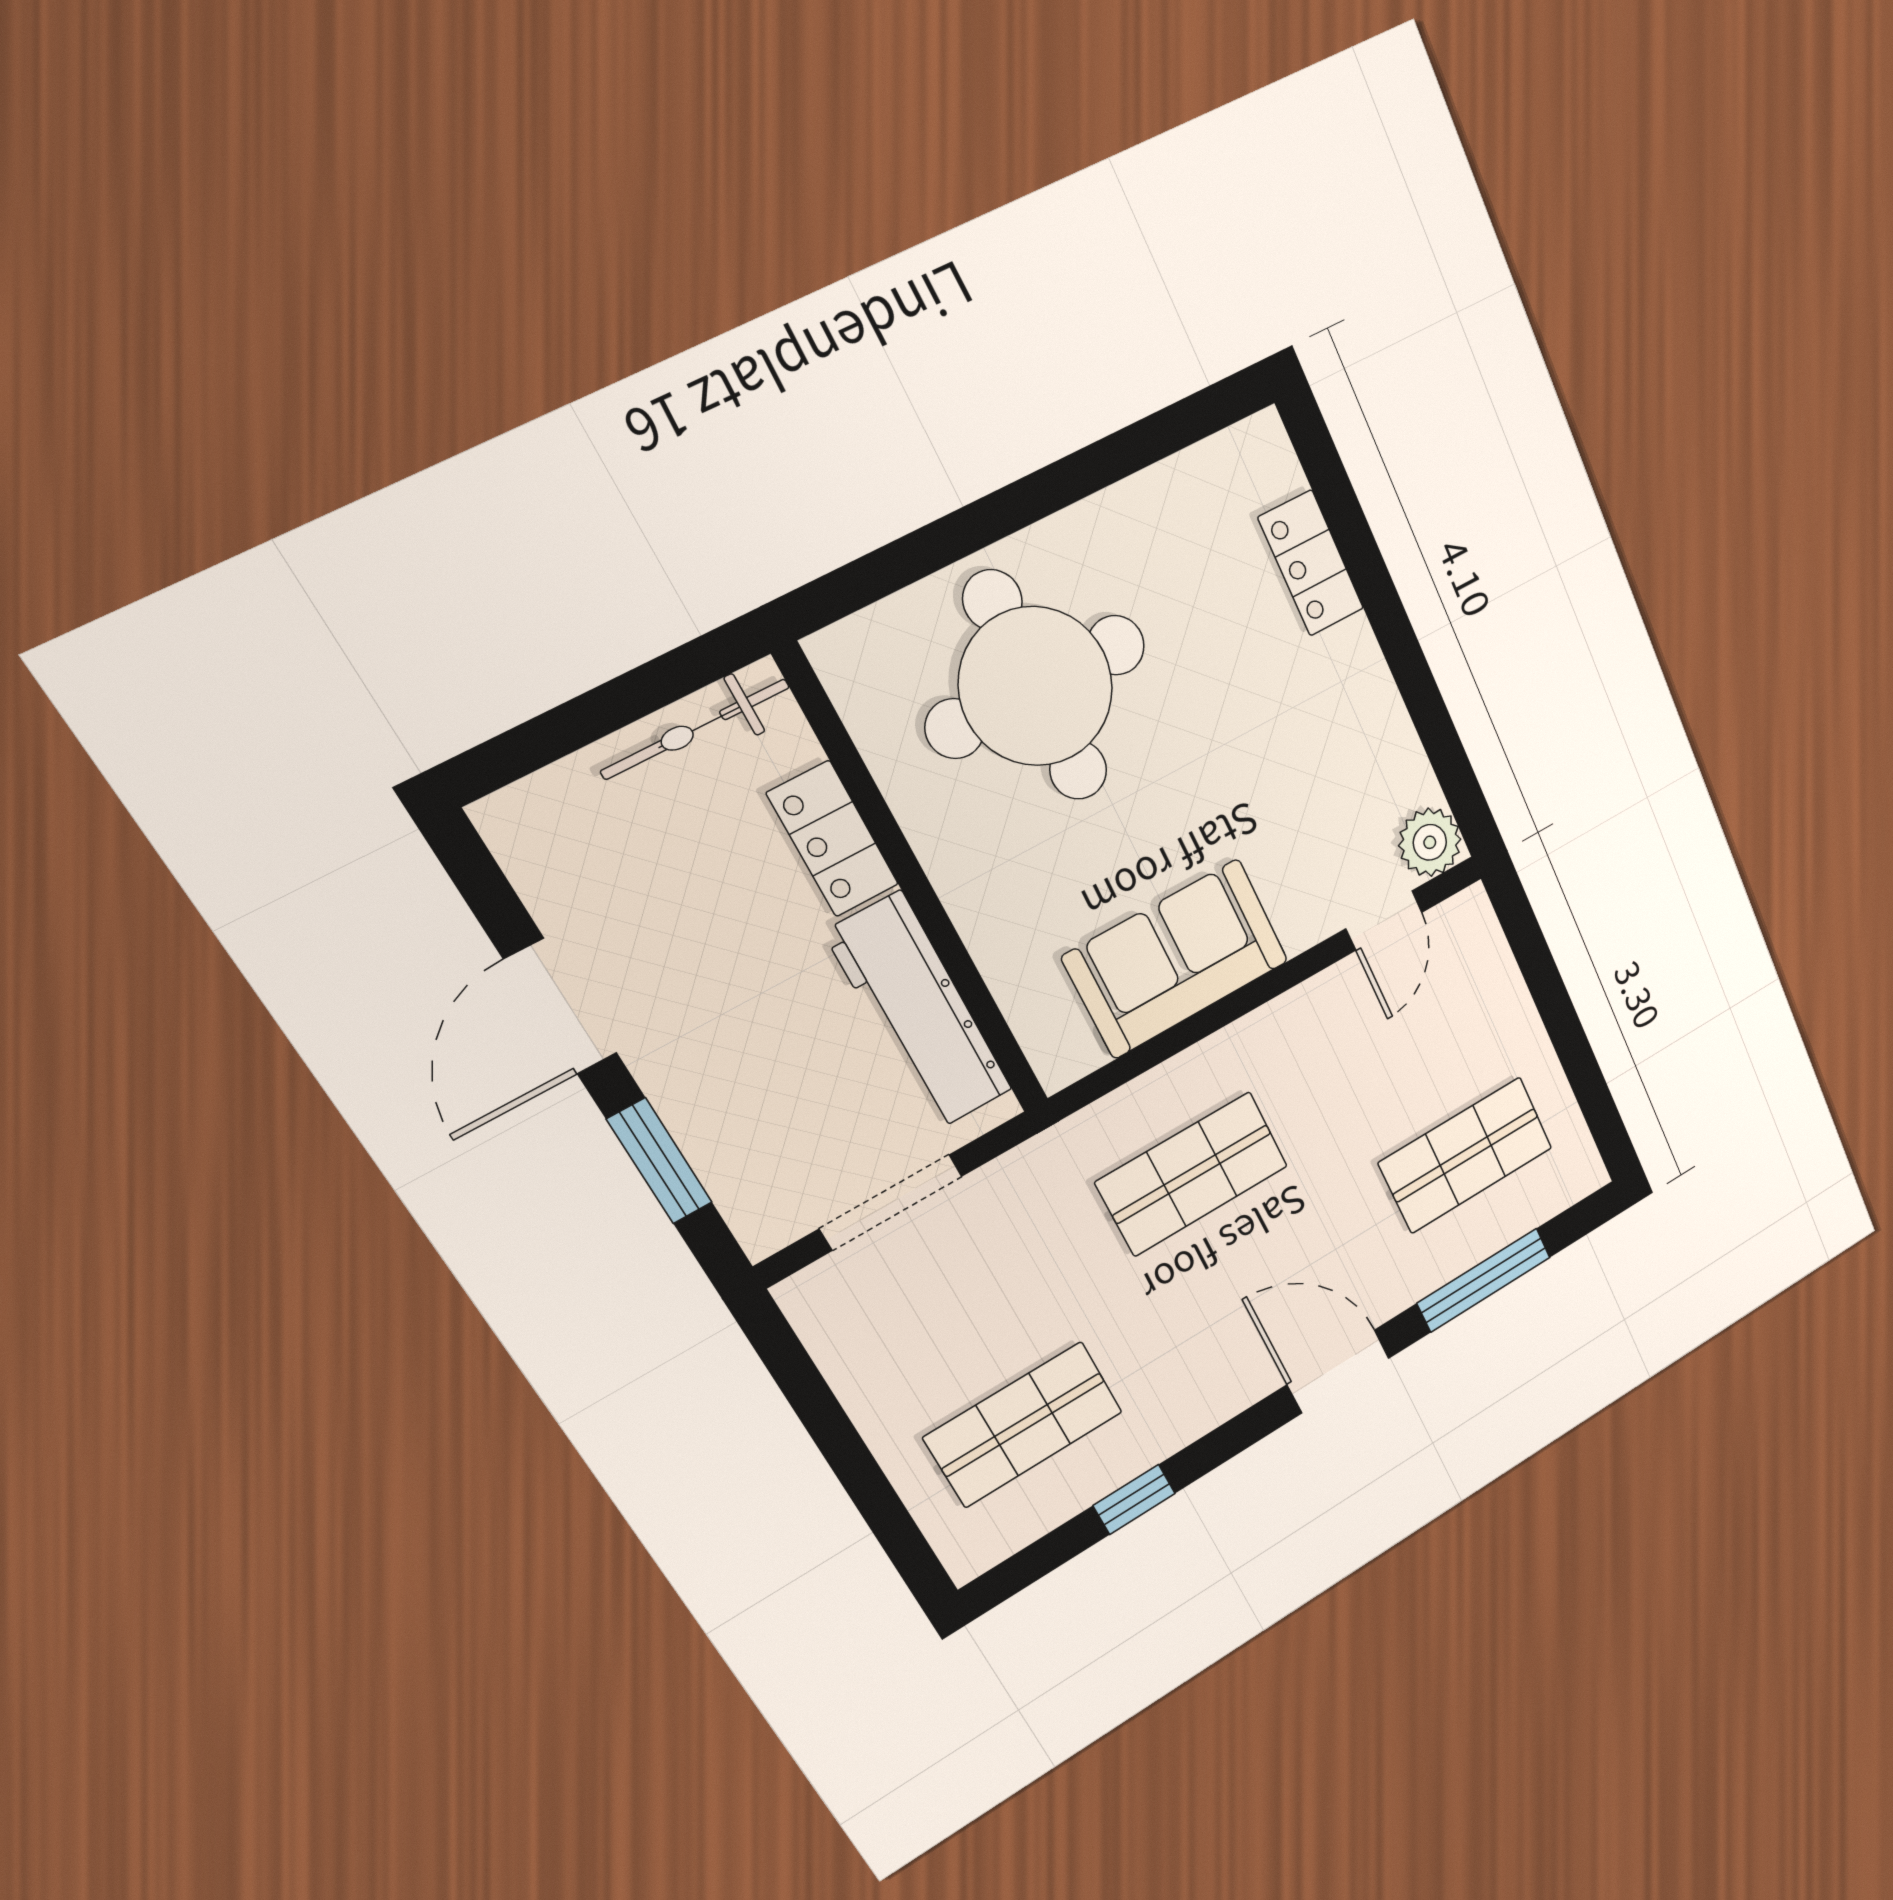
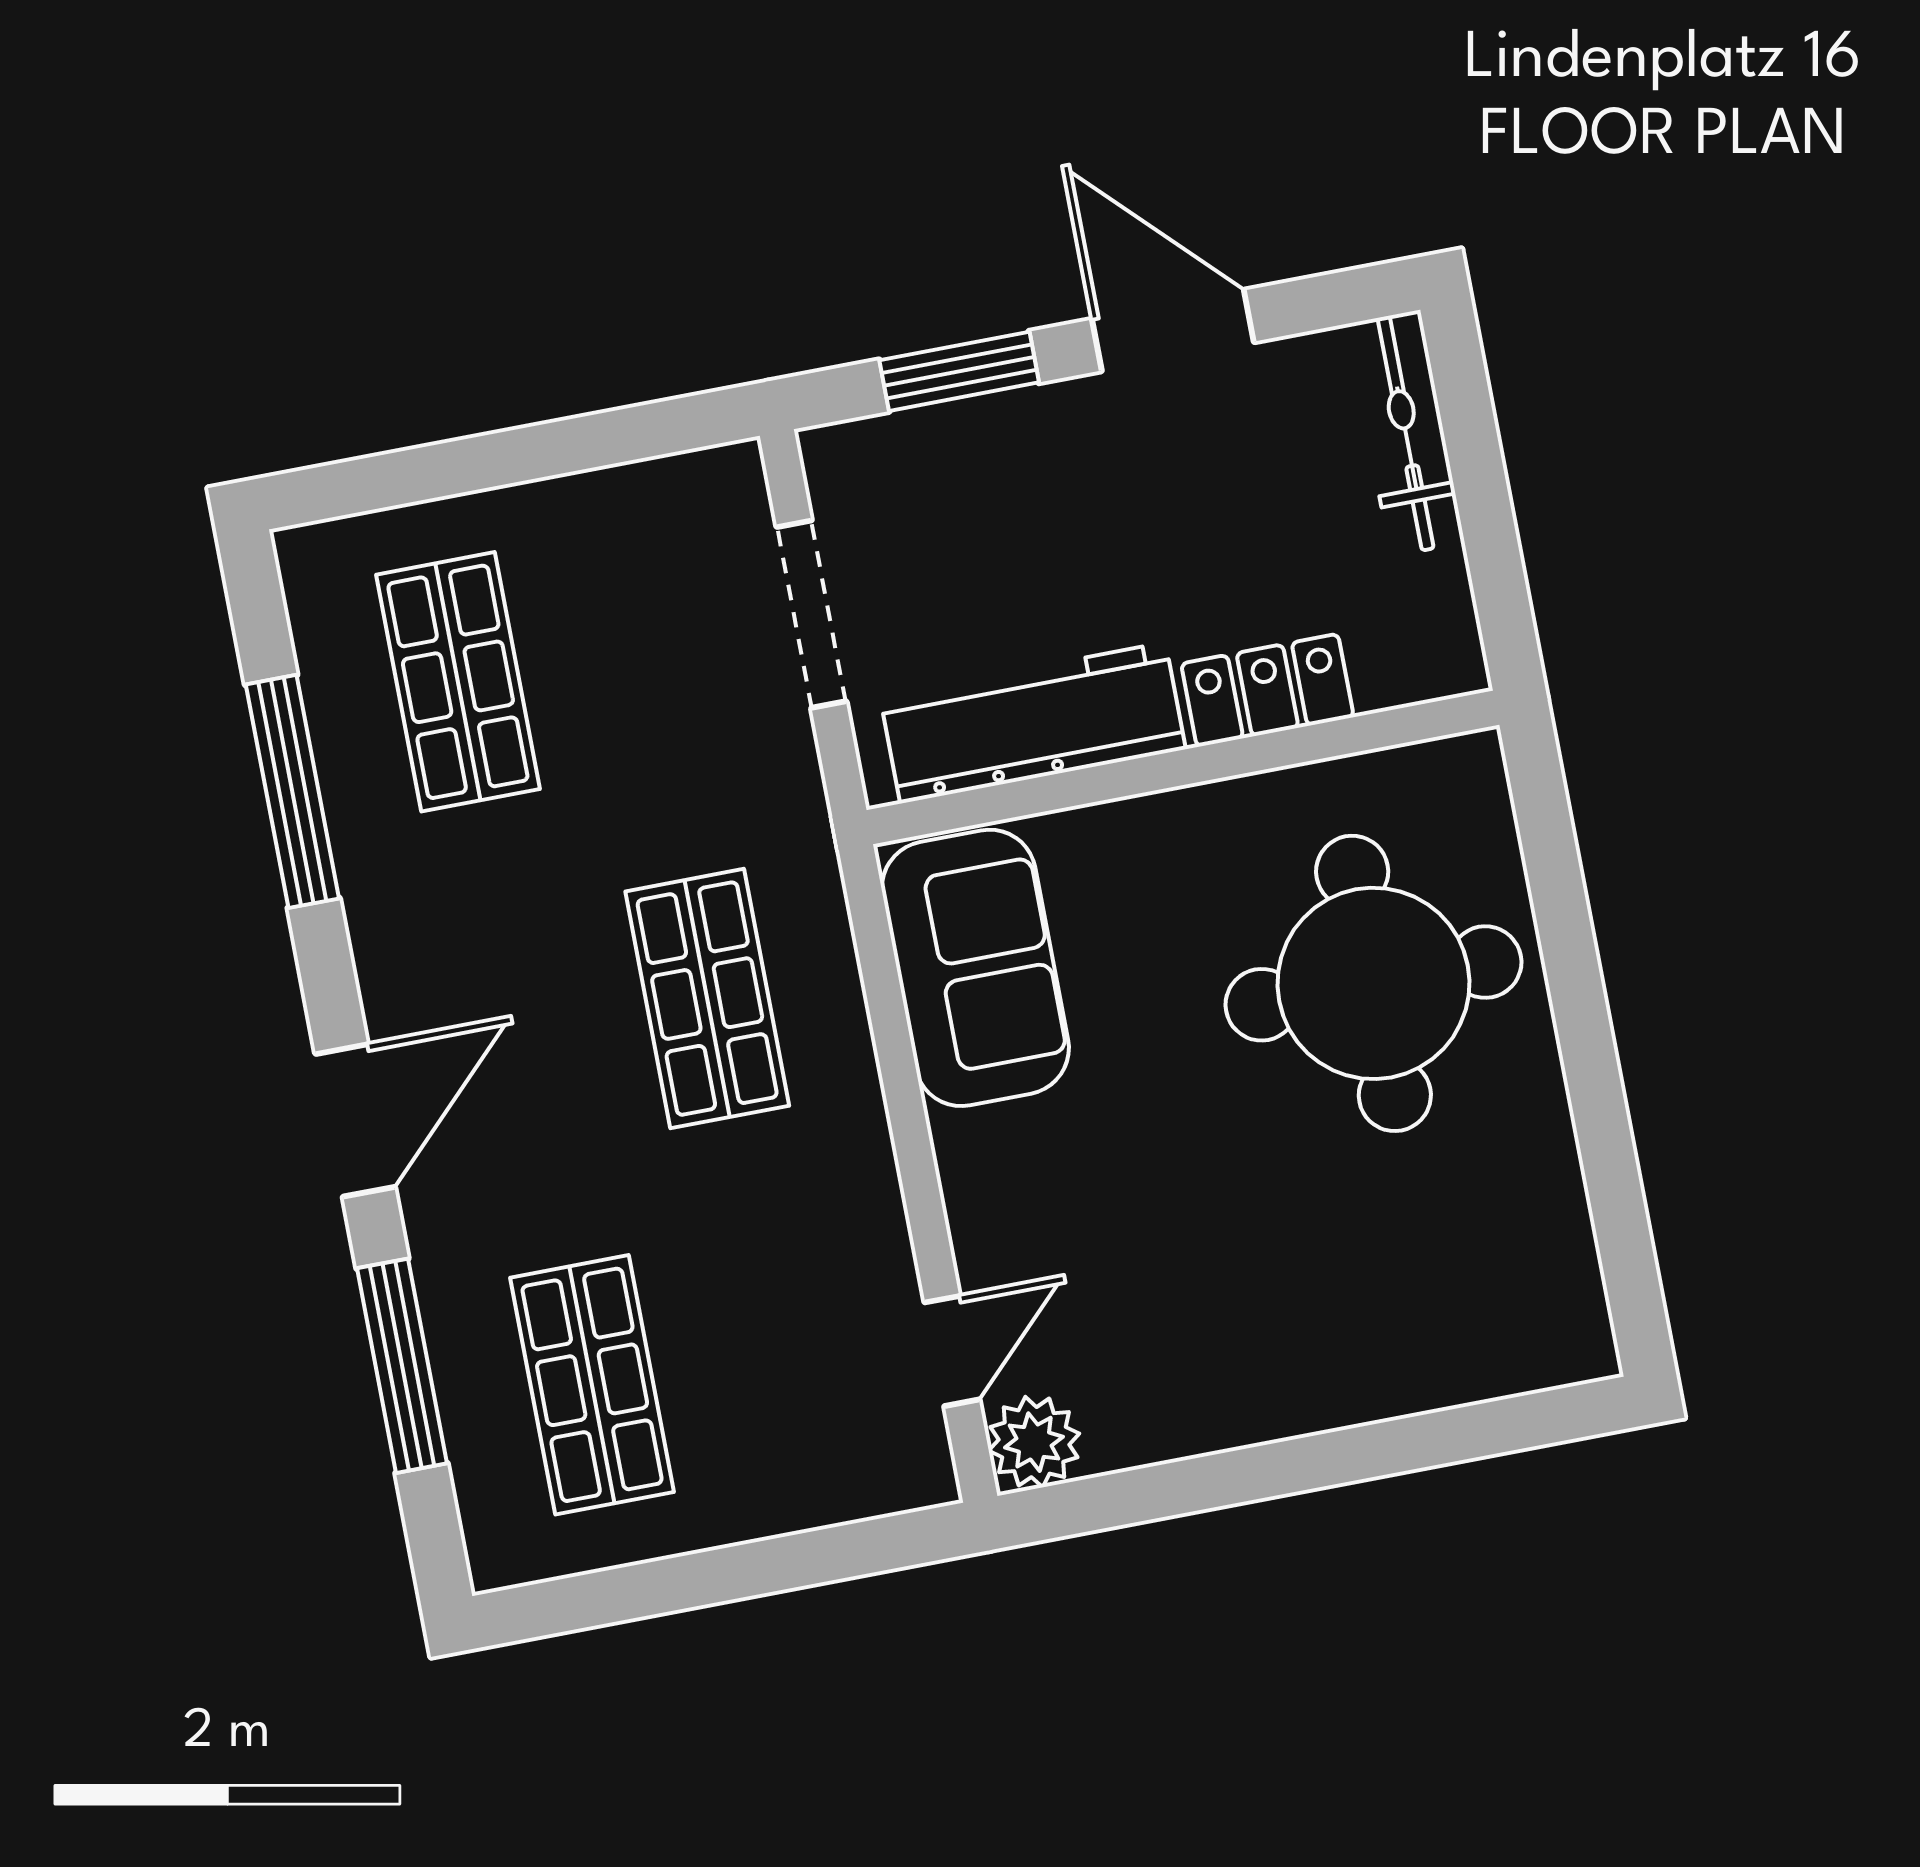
locker: (1311, 563) -> (1426, 1373), removed
bicycle: (696, 729) -> (1406, 433), moved
door: (1384, 921) -> (952, 1351), swing flipped
sofa: (1176, 959) -> (975, 968), moved
window: (1134, 1499) -> (292, 791), width x2.17

